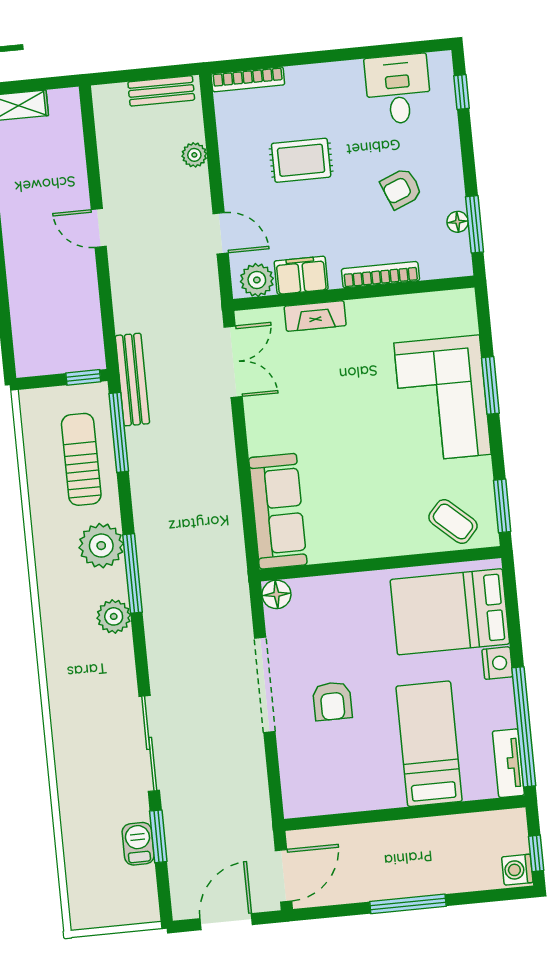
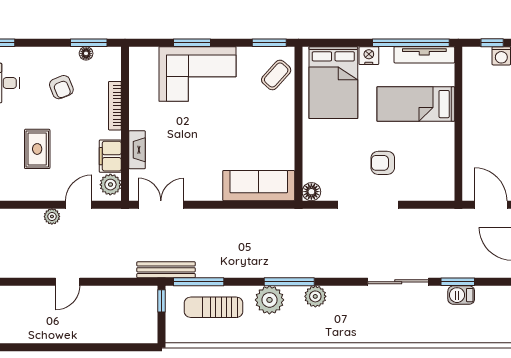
plant: (194, 155) -> (52, 216), moved
armchair: (332, 701) -> (383, 163), turned 180
tv unit: (508, 763) -> (424, 55), width x1.41

